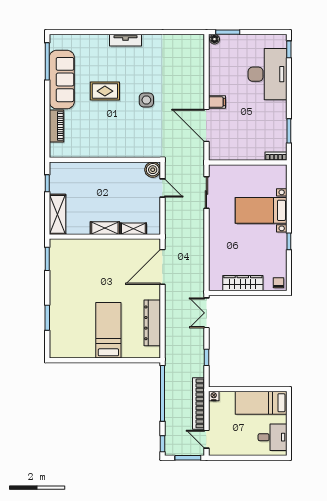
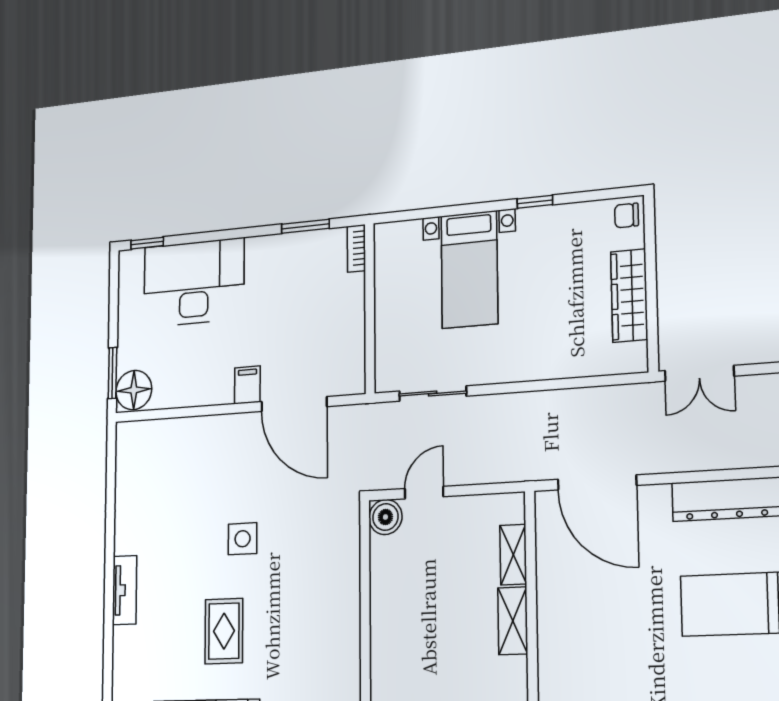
floor lamp: (214, 39) -> (134, 390), width x1.89, depth x1.89
door: (206, 125) -> (294, 404), hinge flipped

